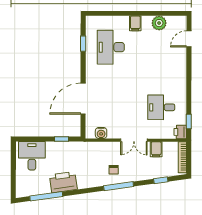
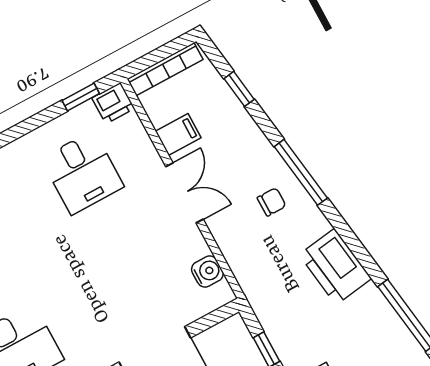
printer: (63, 182) -> (335, 267), moved

